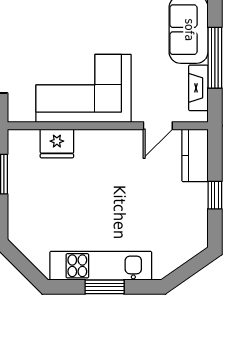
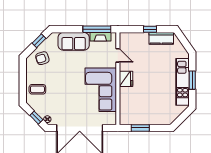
window: (215, 58) -> (97, 29), moved
fridge: (57, 143) -> (126, 79), moved
kitchen counter: (195, 155) -> (161, 38), moved

